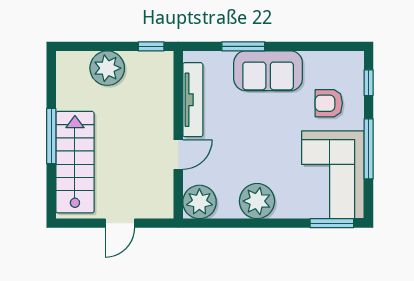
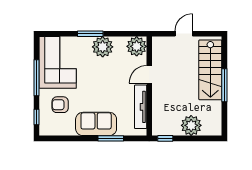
armchair: (329, 103) -> (60, 105), turned 180
window: (332, 223) -> (90, 34), moved

